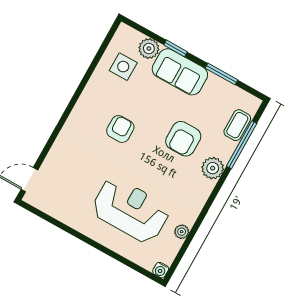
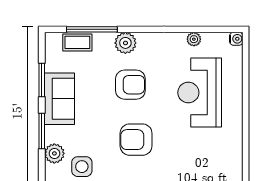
window: (175, 48) -> (42, 131), width x1.50
sofa: (180, 72) -> (59, 99), moved
armchair: (120, 129) -> (136, 140), width x1.38, depth x1.38
armchair: (183, 139) -> (130, 85), moved

